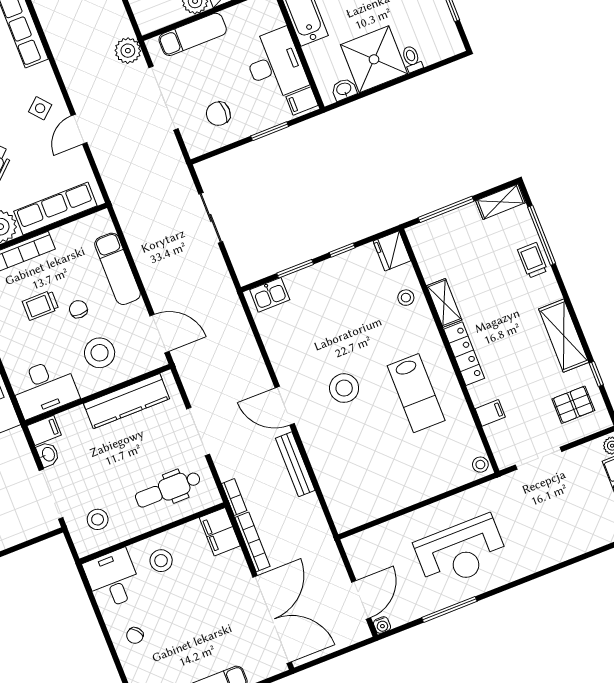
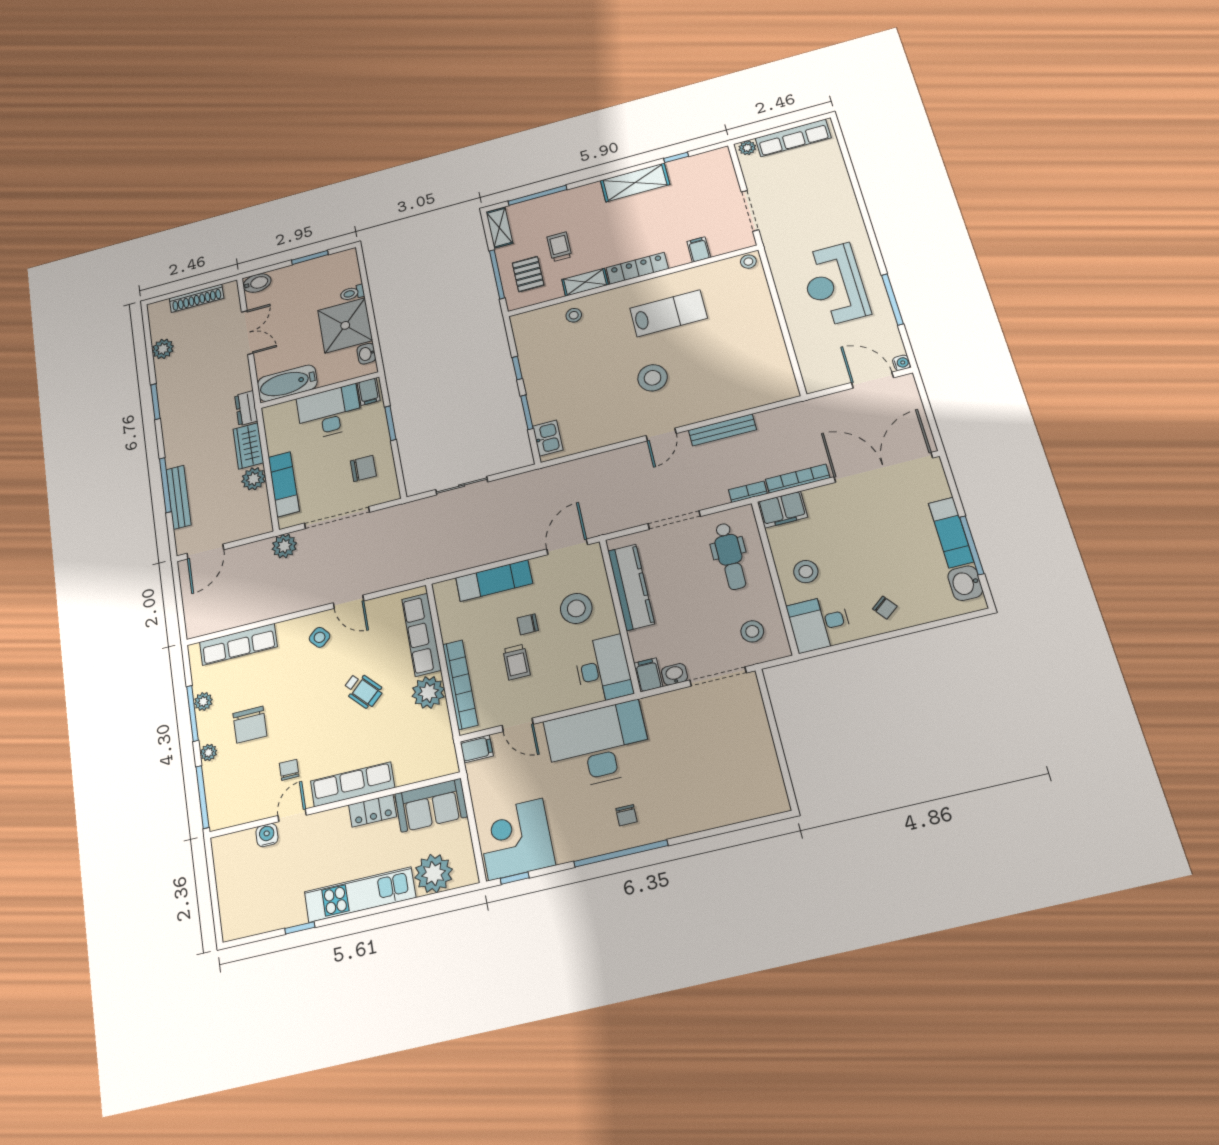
chair: (218, 114) -> (363, 468), turned -90
fridge: (392, 251) -> (527, 324), removed
trolley: (533, 260) -> (559, 247), moved, turned 90
pallet: (573, 405) -> (528, 274), moved
door: (285, 406) -> (661, 434), width x0.73
reception desk: (461, 552) -> (834, 285), turned 180

